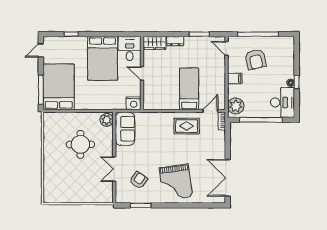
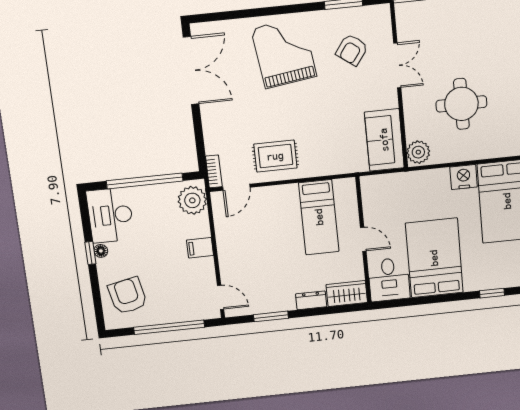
armchair: (256, 59) -> (128, 296), moved
bed: (189, 89) -> (319, 217), moved
nightstand: (134, 103) -> (464, 177), moved

